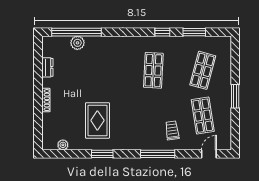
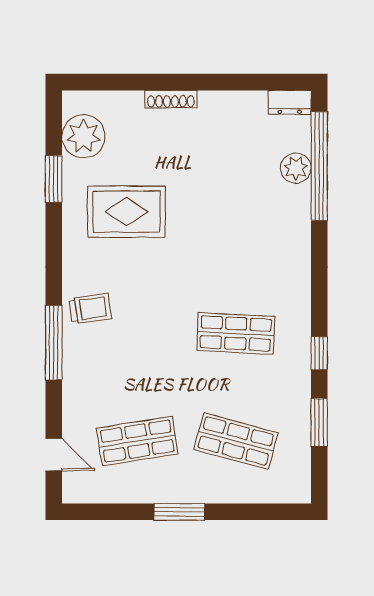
dresser: (47, 67) -> (290, 102), moved
trolley: (172, 130) -> (90, 309), moved
plant: (63, 145) -> (84, 136), width x1.87, depth x1.87
window: (102, 154) -> (54, 179), moved

